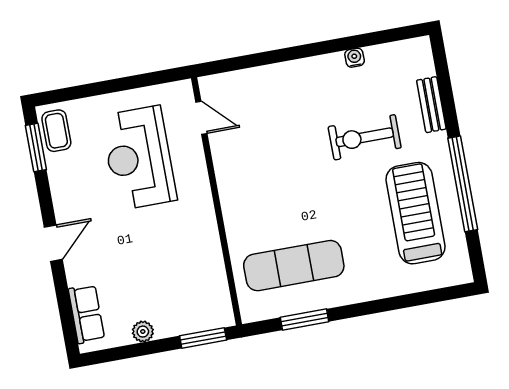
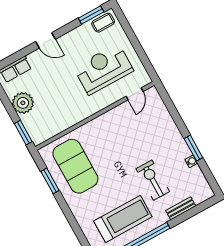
window: (332, 46) -> (193, 148), added
exercise mat: (294, 266) -> (75, 166), width x1.47
plant: (143, 332) -> (23, 103), width x1.88, depth x1.88

